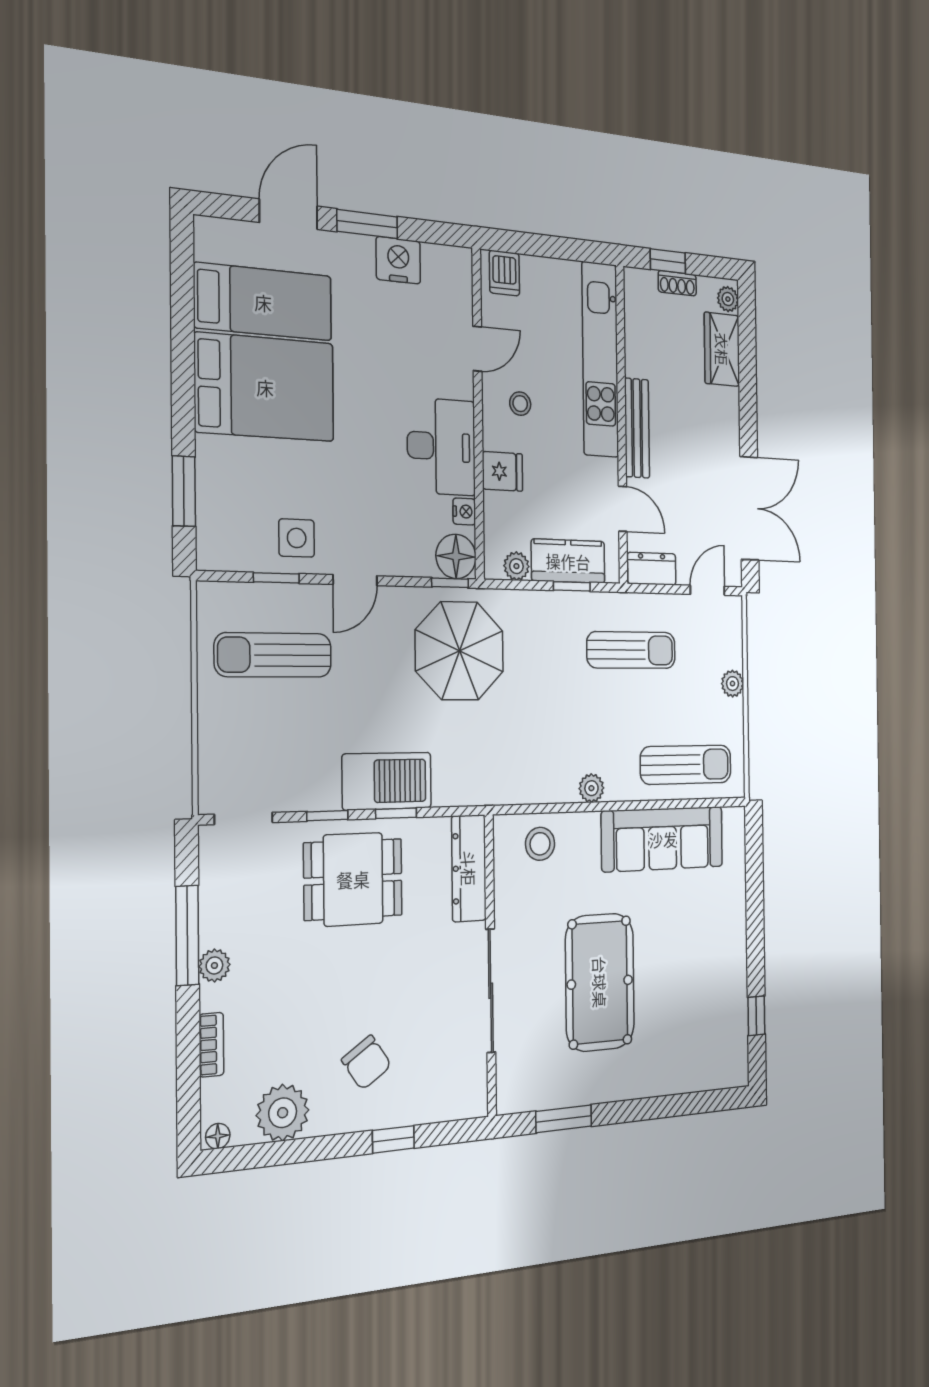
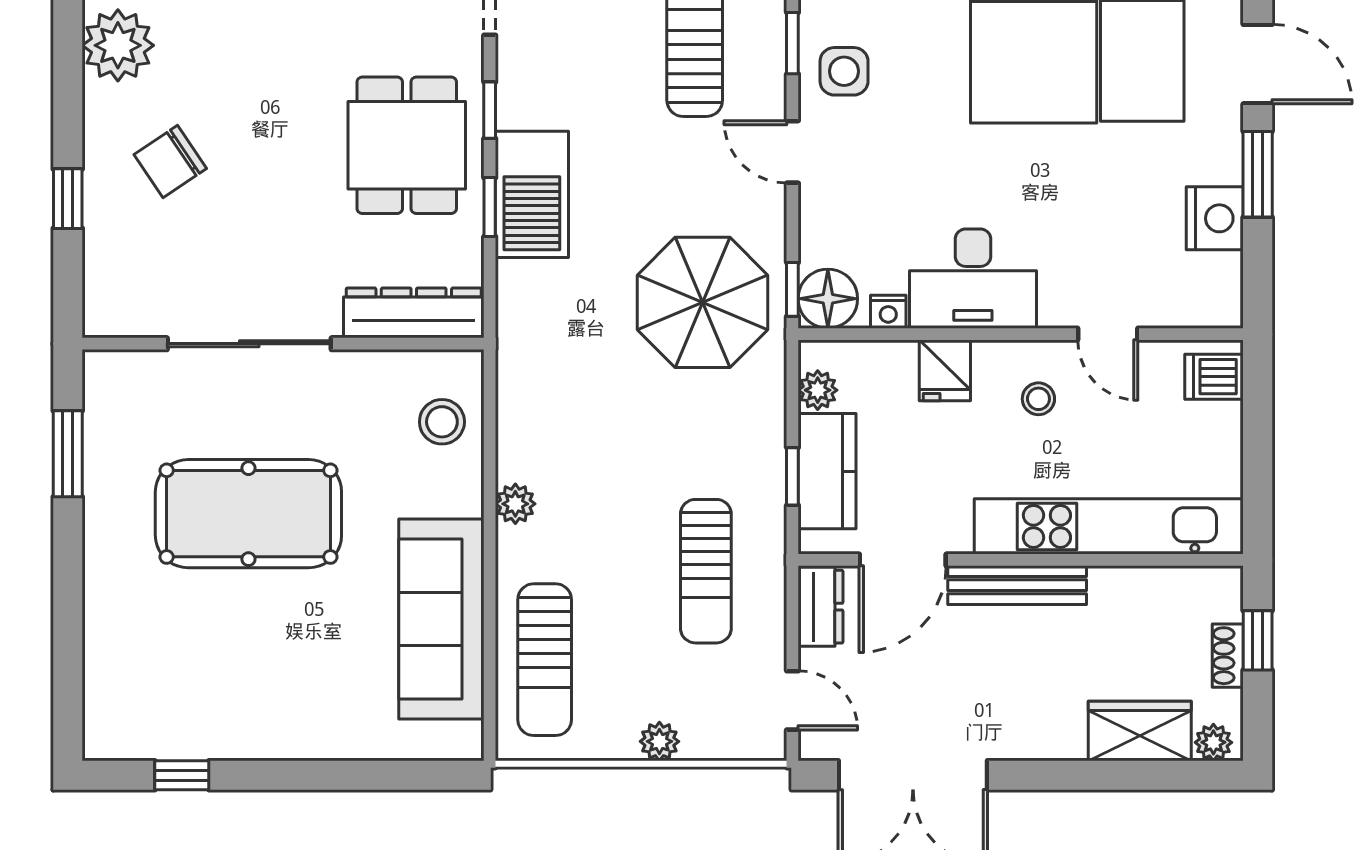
door: (623, 509) -> (903, 560), width x1.38

